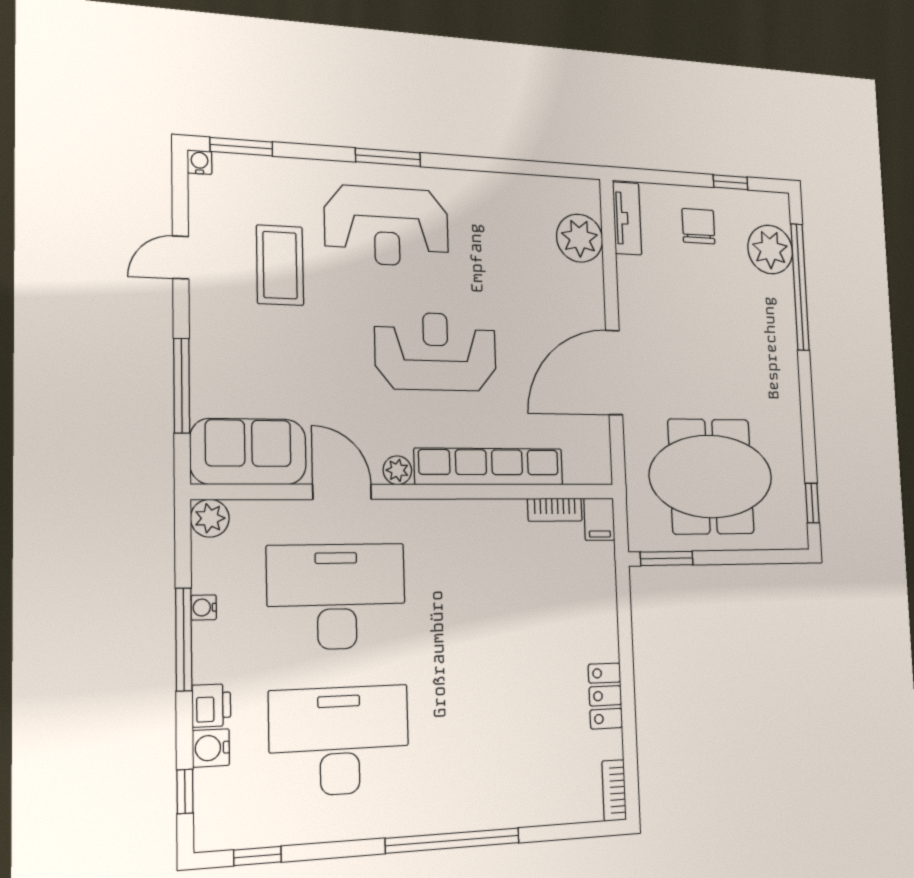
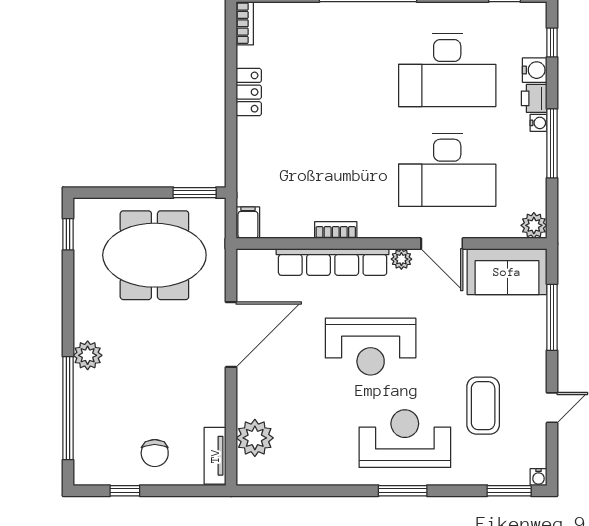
plant: (770, 249) -> (88, 355), moved, width x0.73, depth x0.73
bookcase: (555, 510) -> (336, 230), moved
water cooler: (204, 608) -> (538, 123), moved

